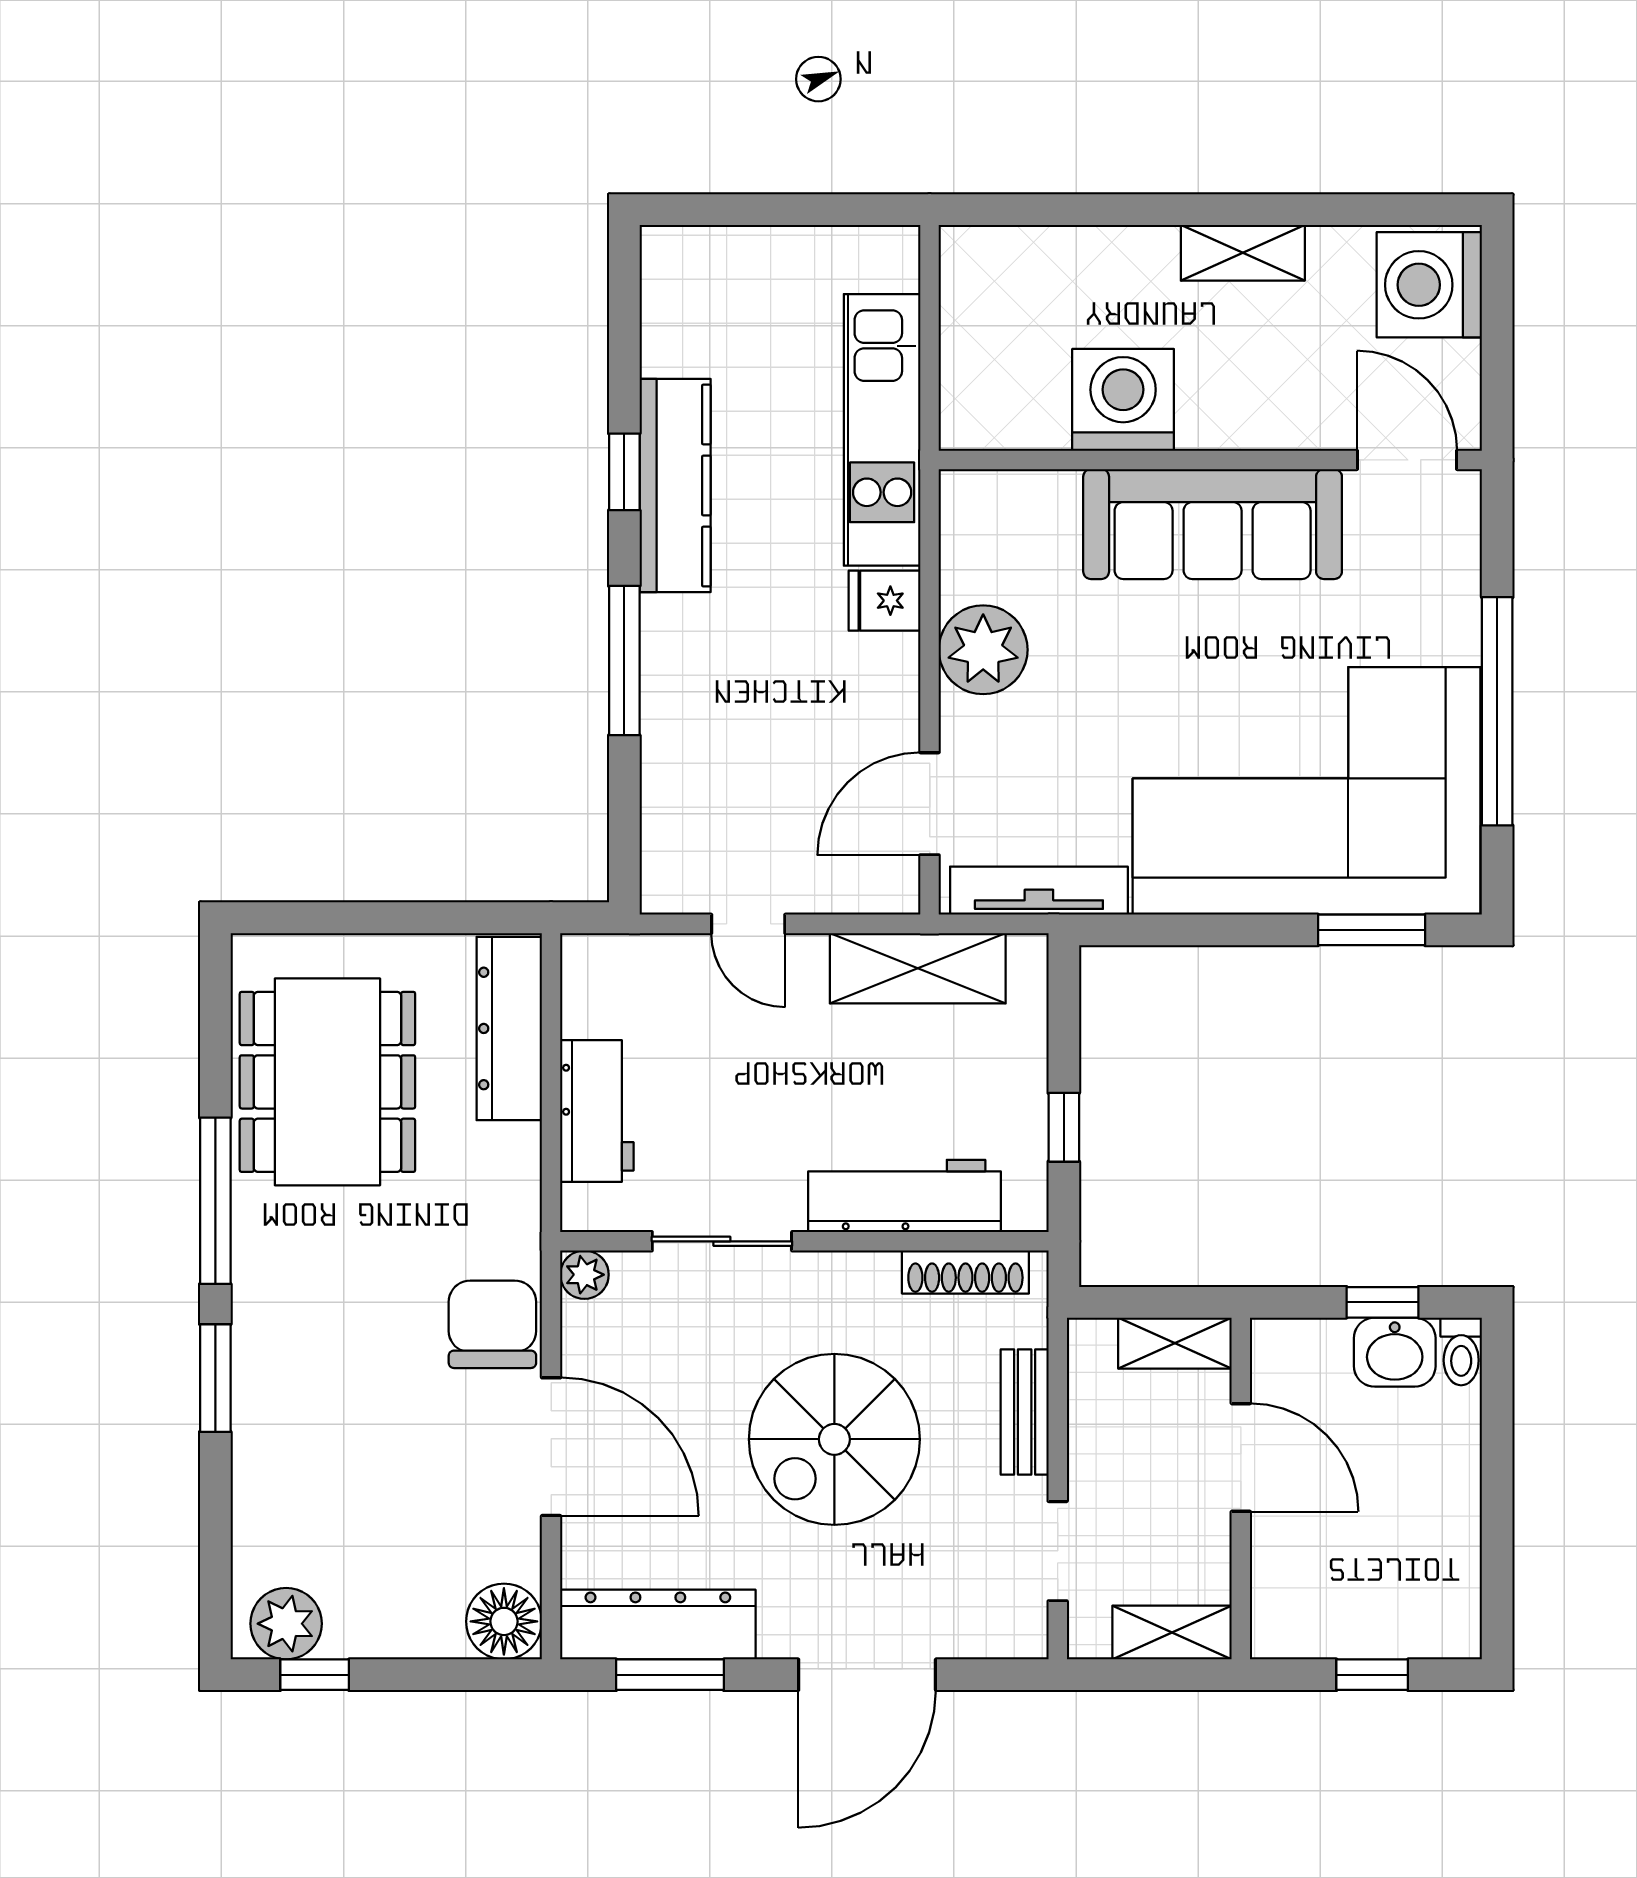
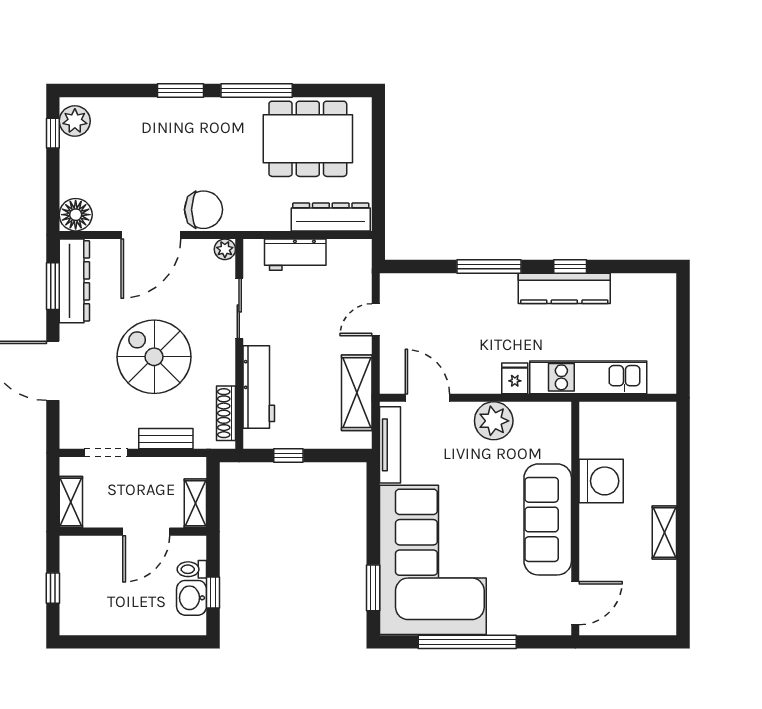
washing machine: (1429, 285) -> (651, 613), removed
toilet: (1461, 1351) -> (192, 569), moved

